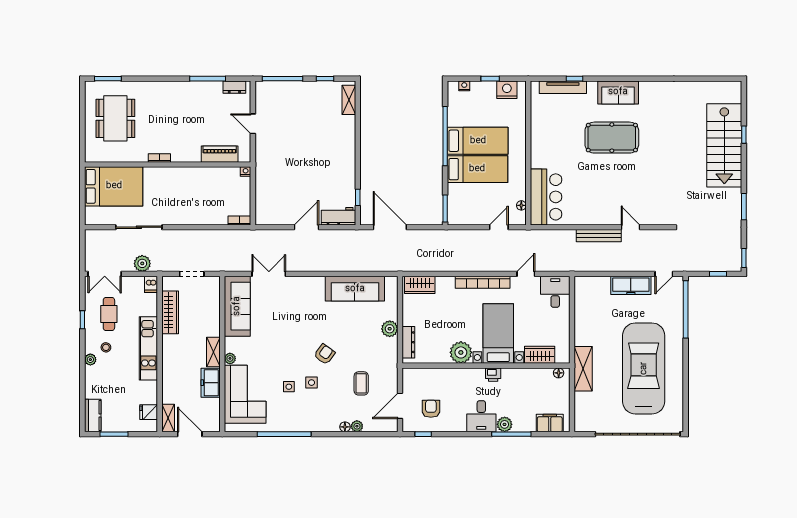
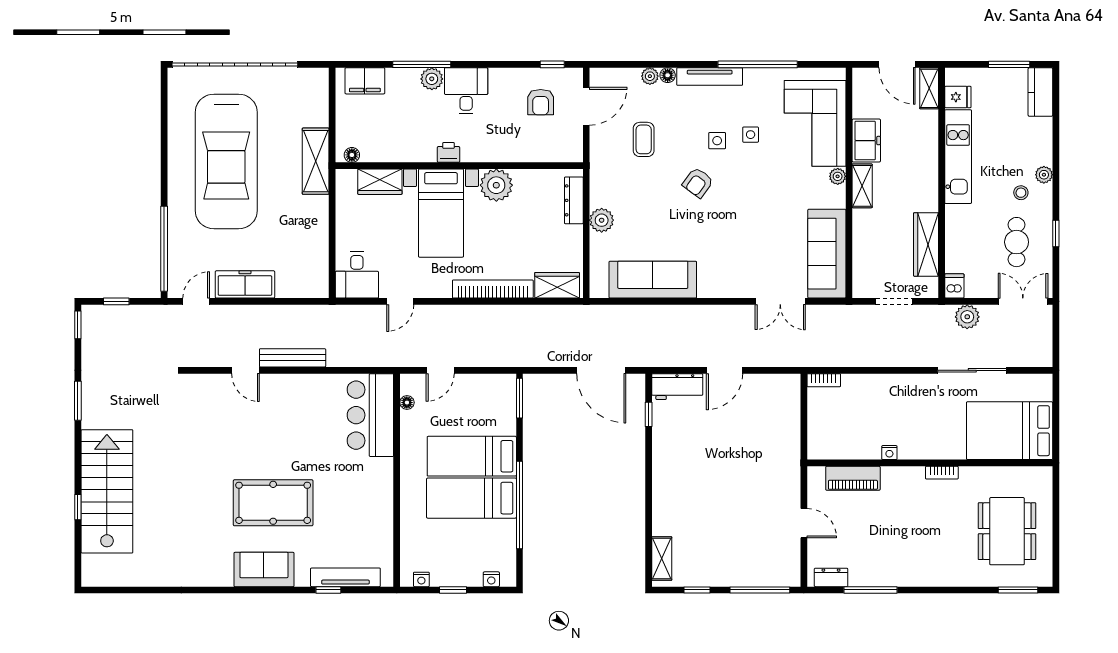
nightstand: (507, 90) -> (421, 579), width x0.53, depth x0.56
nightstand: (246, 172) -> (889, 453), moved
bookcase: (483, 282) -> (493, 289), moved
kitchen unit: (148, 348) -> (958, 157), moved
tv unit: (317, 426) -> (710, 77), added

